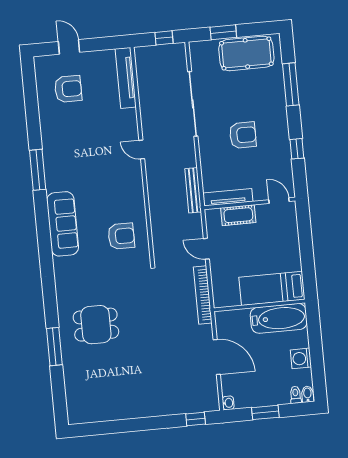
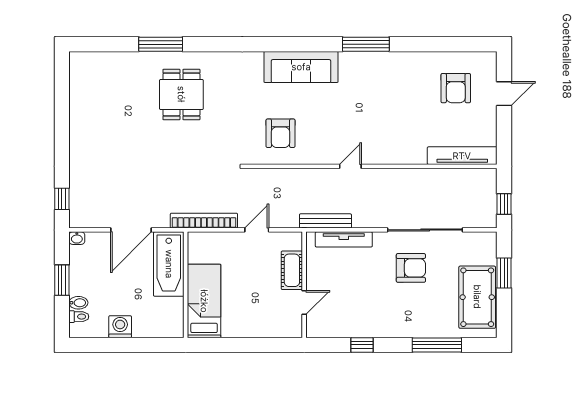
armchair: (243, 135) -> (411, 268), moved, turned -90
door: (142, 150) -> (350, 166), moved
tv unit: (228, 197) -> (344, 239), moved, turned 90
door: (279, 201) -> (304, 303), moved
bathtub: (279, 318) -> (169, 264), moved
bidet: (307, 394) -> (78, 303), moved

